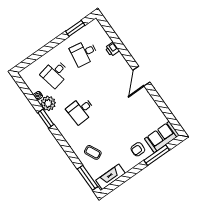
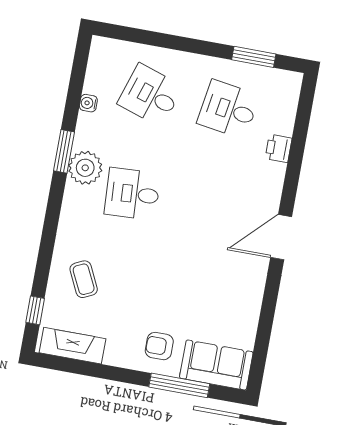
desk: (55, 73) -> (150, 95), turned 30
plant: (48, 103) -> (85, 168), moved
window: (88, 178) -> (35, 310), width x0.46

